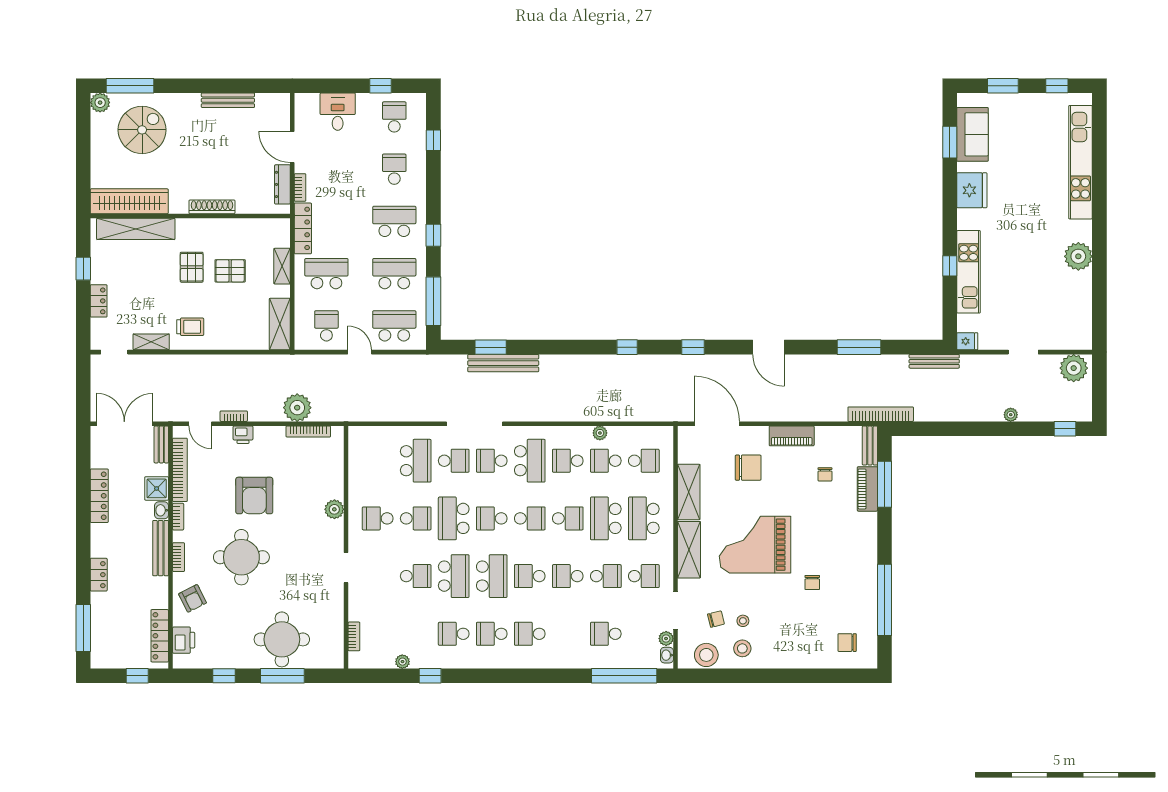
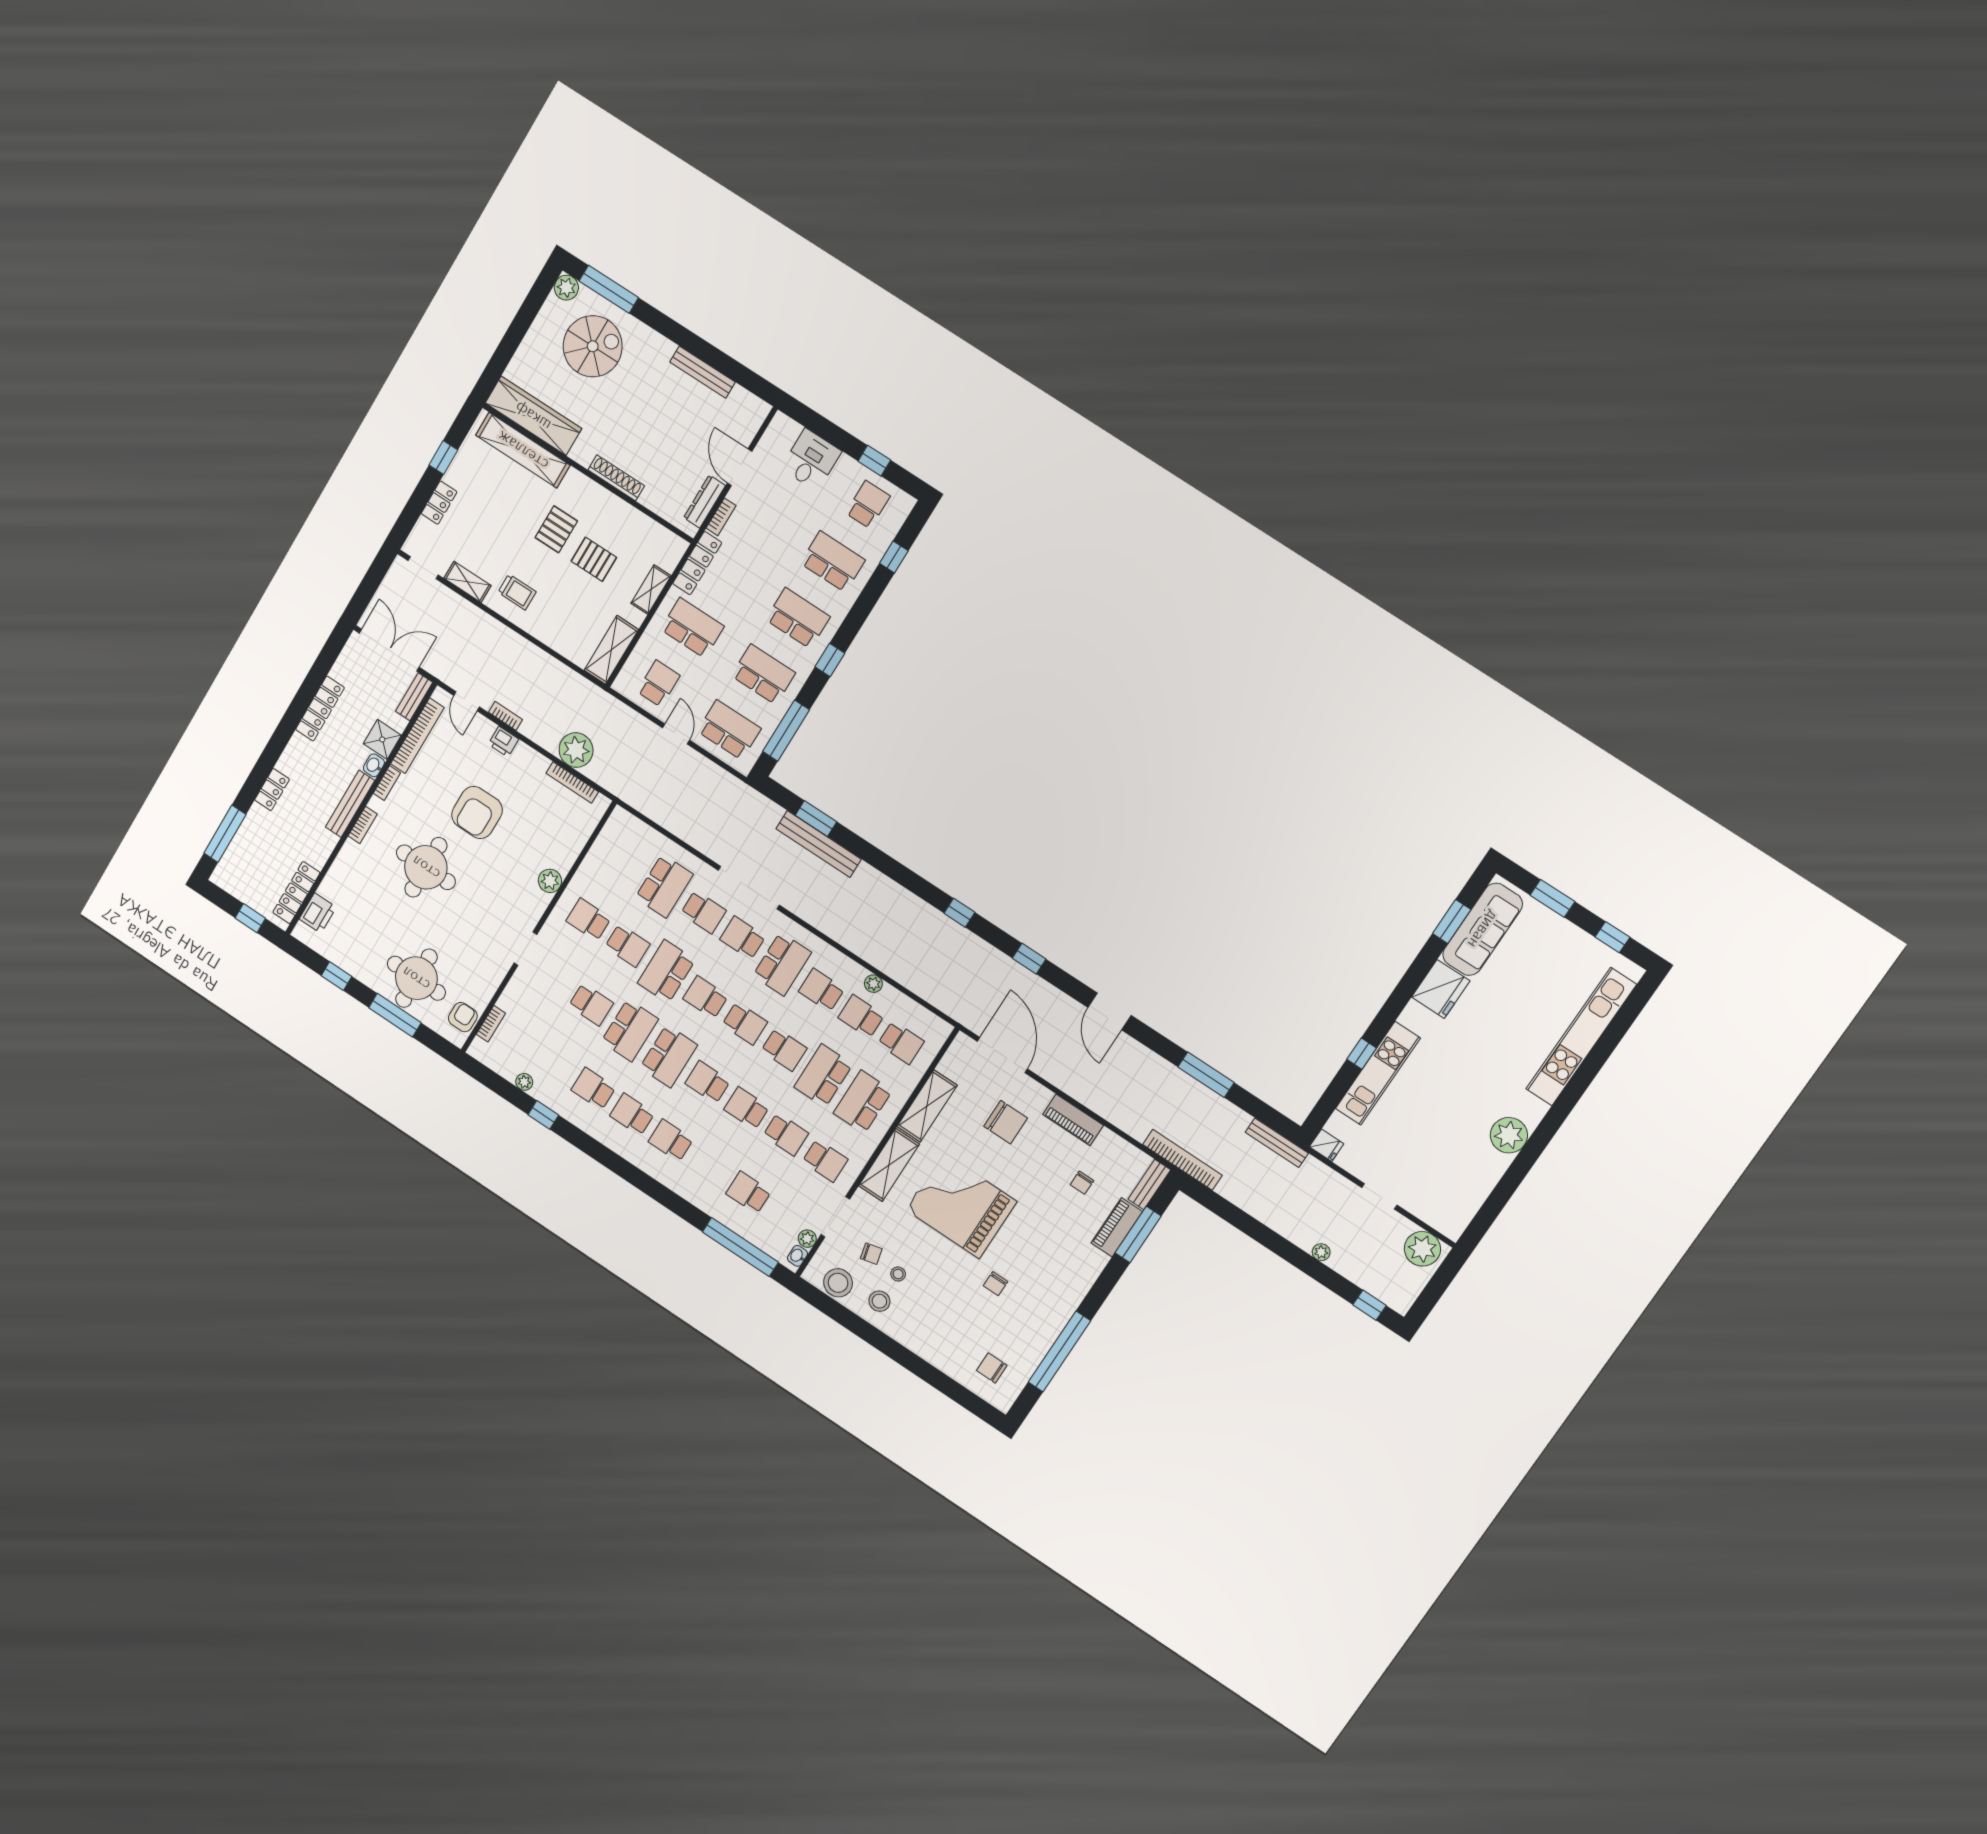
sofa: (973, 134) -> (1483, 929), width x1.36
school desk: (394, 169) -> (833, 562), width x1.85
armchair: (193, 598) -> (463, 1017), moved, turned -153

